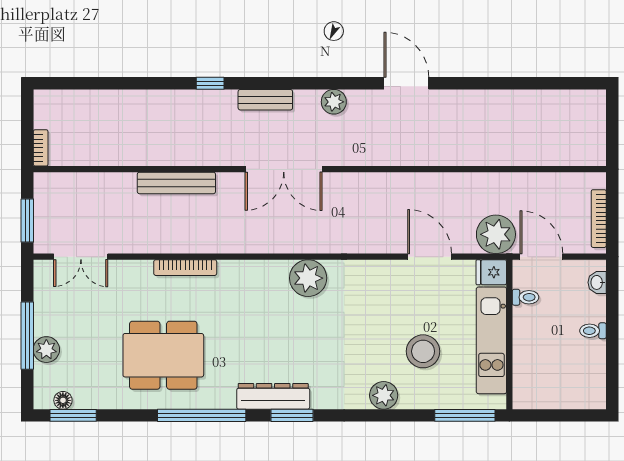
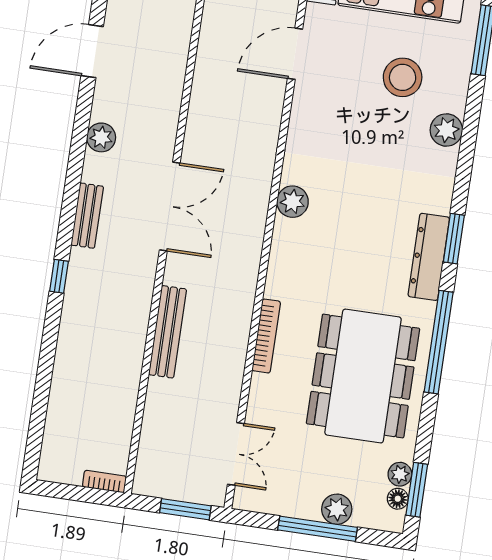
plant: (308, 278) -> (293, 202), width x0.73, depth x0.73
dining table: (163, 355) -> (363, 376), width x1.36, depth x1.24
plant: (84, 399) -> (400, 474), added

